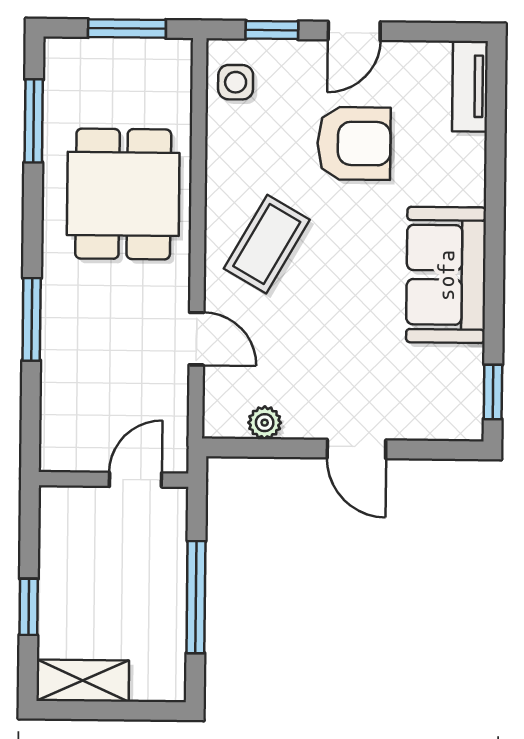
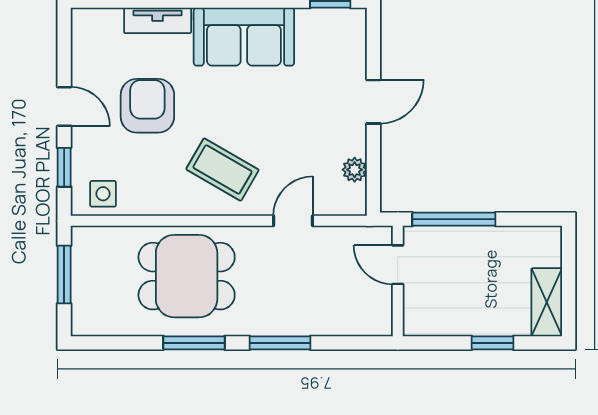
tv unit: (470, 86) -> (158, 20), moved
window: (34, 121) -> (194, 343), moved
window: (196, 597) -> (454, 219), moved

